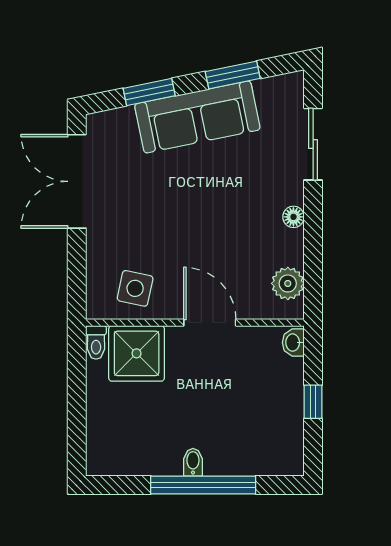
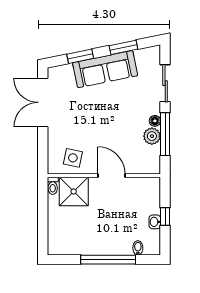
window: (313, 242) -> (165, 134), added
plant: (288, 283) -> (152, 136), moved
washbasin: (293, 343) -> (155, 222), moved
bidet: (193, 462) -> (138, 248), moved

